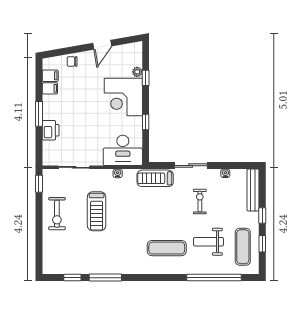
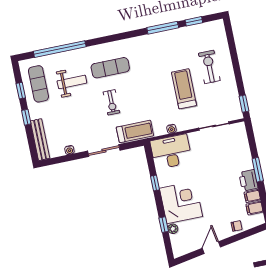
printer: (51, 130) -> (248, 180), moved
exercise bike: (200, 202) -> (111, 102), moved
exercise bike: (57, 214) -> (209, 67), moved

